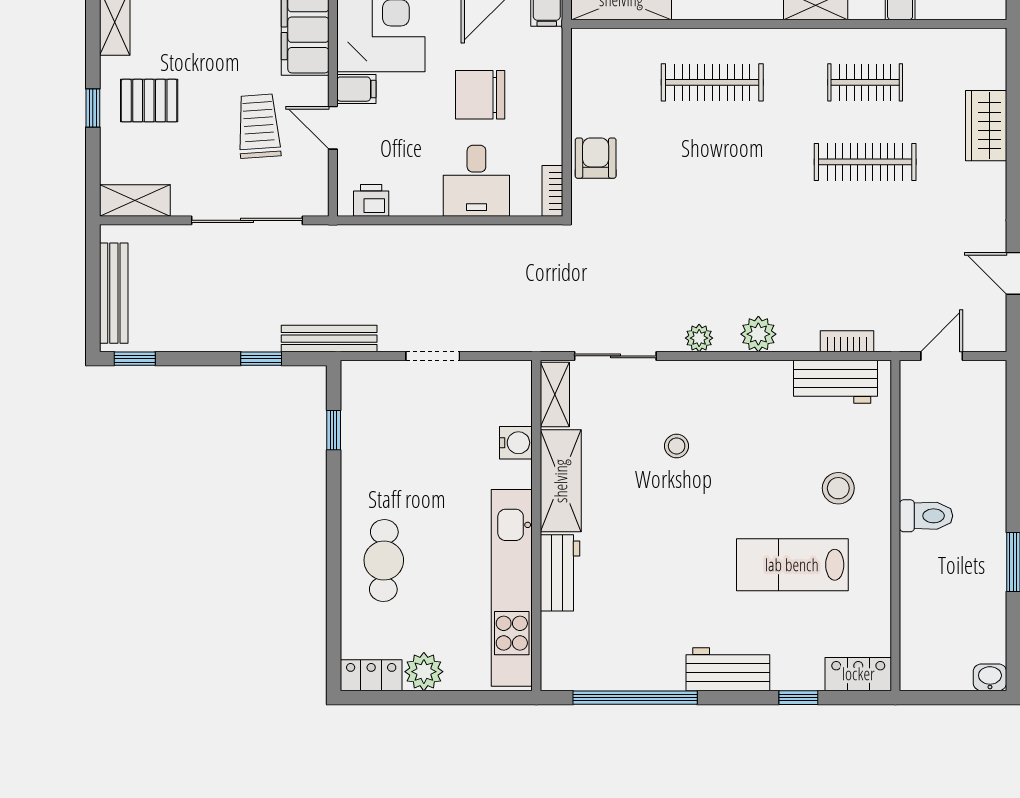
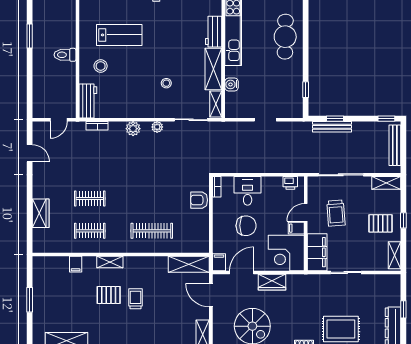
door: (333, 128) -> (306, 212), swing flipped
armchair: (596, 158) -> (199, 200), turned 90
clothes rail: (865, 162) -> (90, 199), width x0.73
bench: (329, 339) -> (332, 127), moved
workbench: (835, 382) -> (88, 101), moved, turned 90
cafe table: (384, 561) -> (285, 37), width x1.37, depth x1.35

